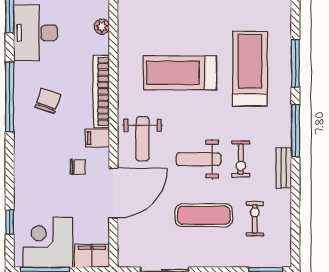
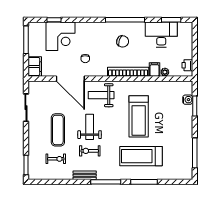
treadmill: (250, 69) -> (141, 156), turned 180
treadmill: (180, 73) -> (139, 116), turned 180
filing cabinet: (97, 138) -> (155, 70), moved
corner desk: (48, 242) -> (60, 36), moved, turned 90

